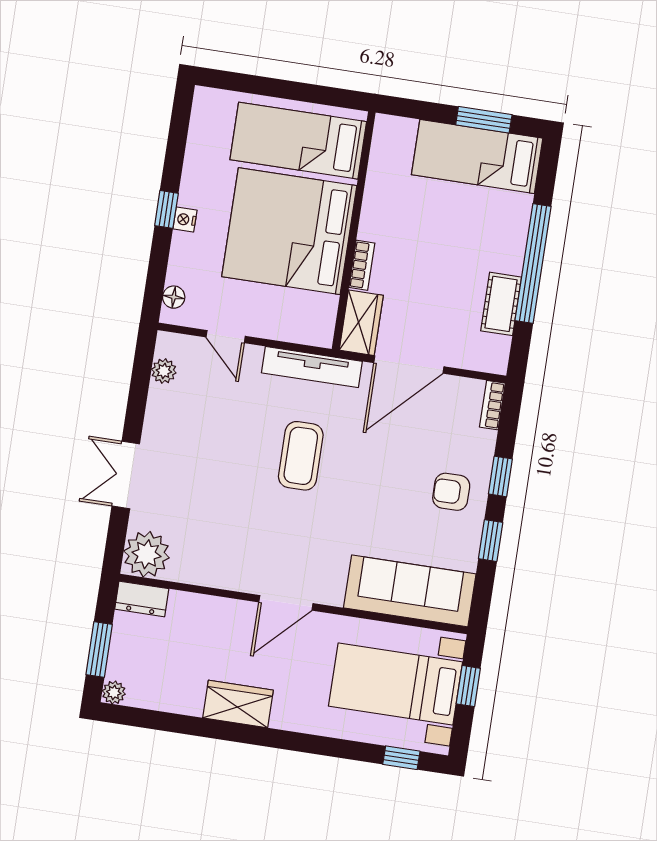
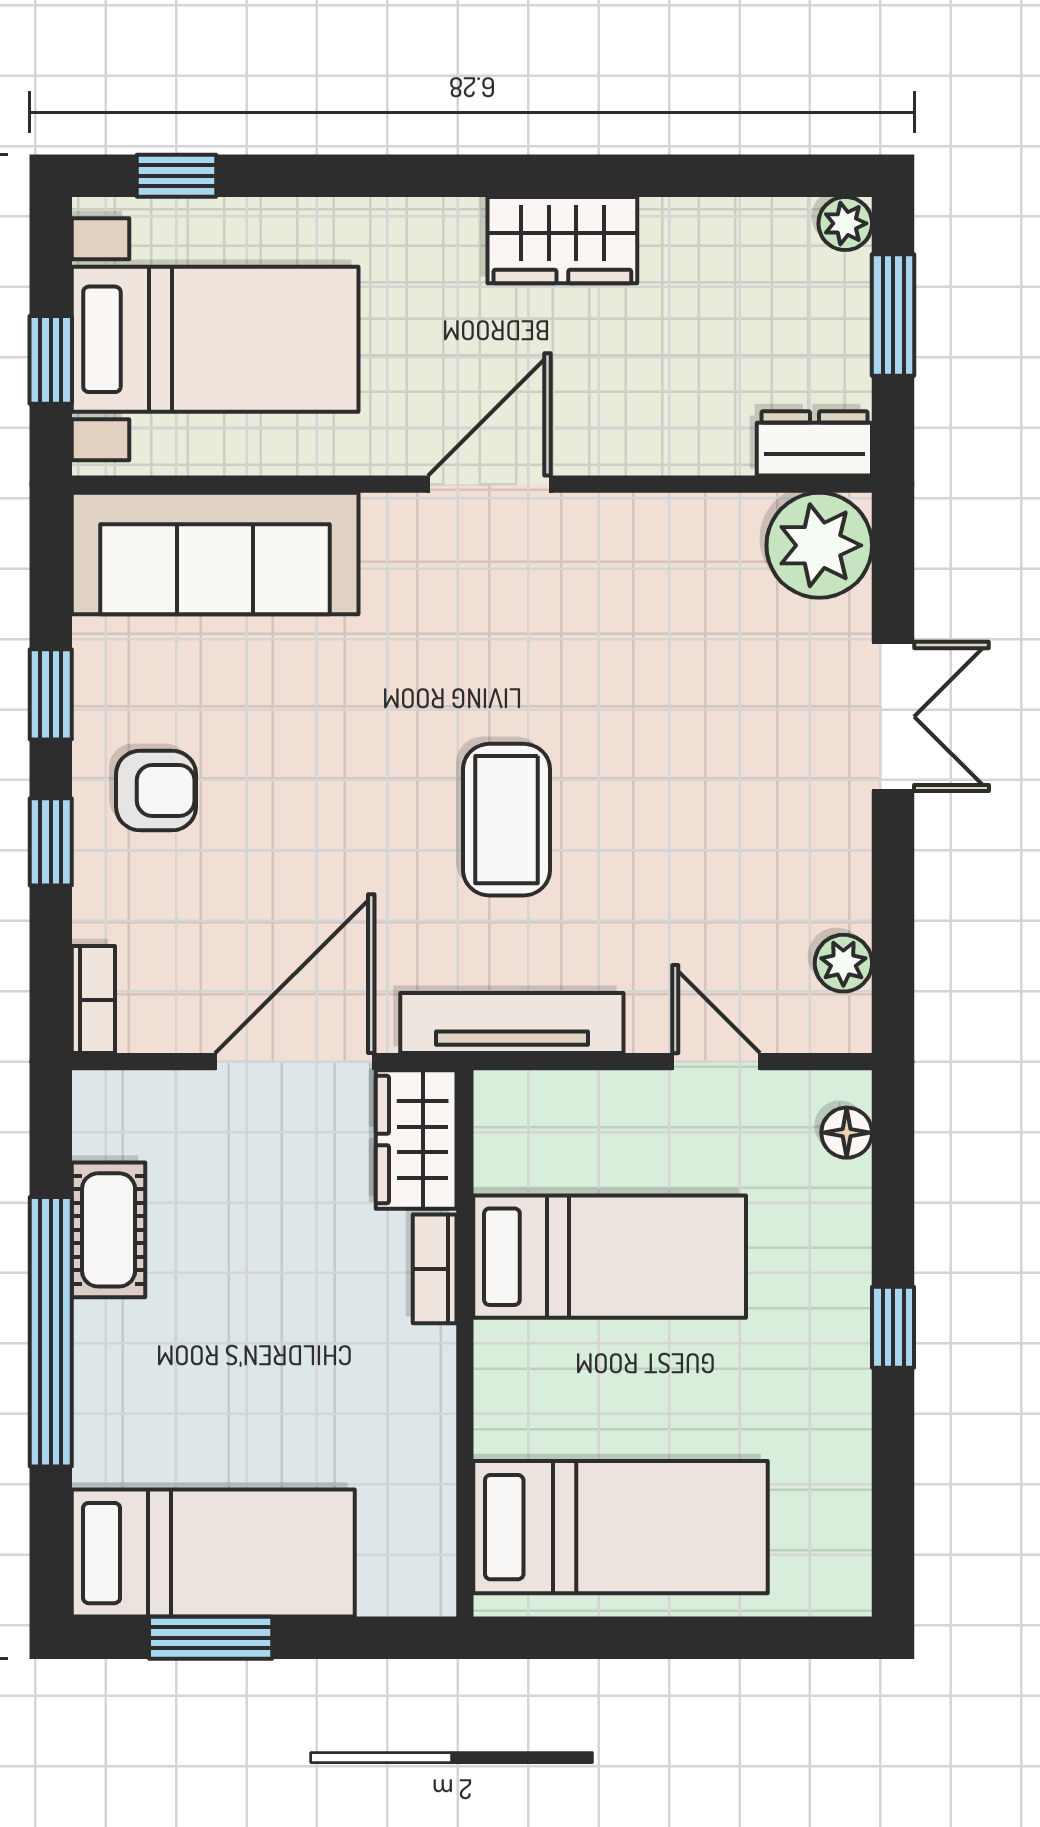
nightstand: (185, 219) -> (848, 1311), removed
bed: (289, 231) -> (610, 1257), width x0.49

